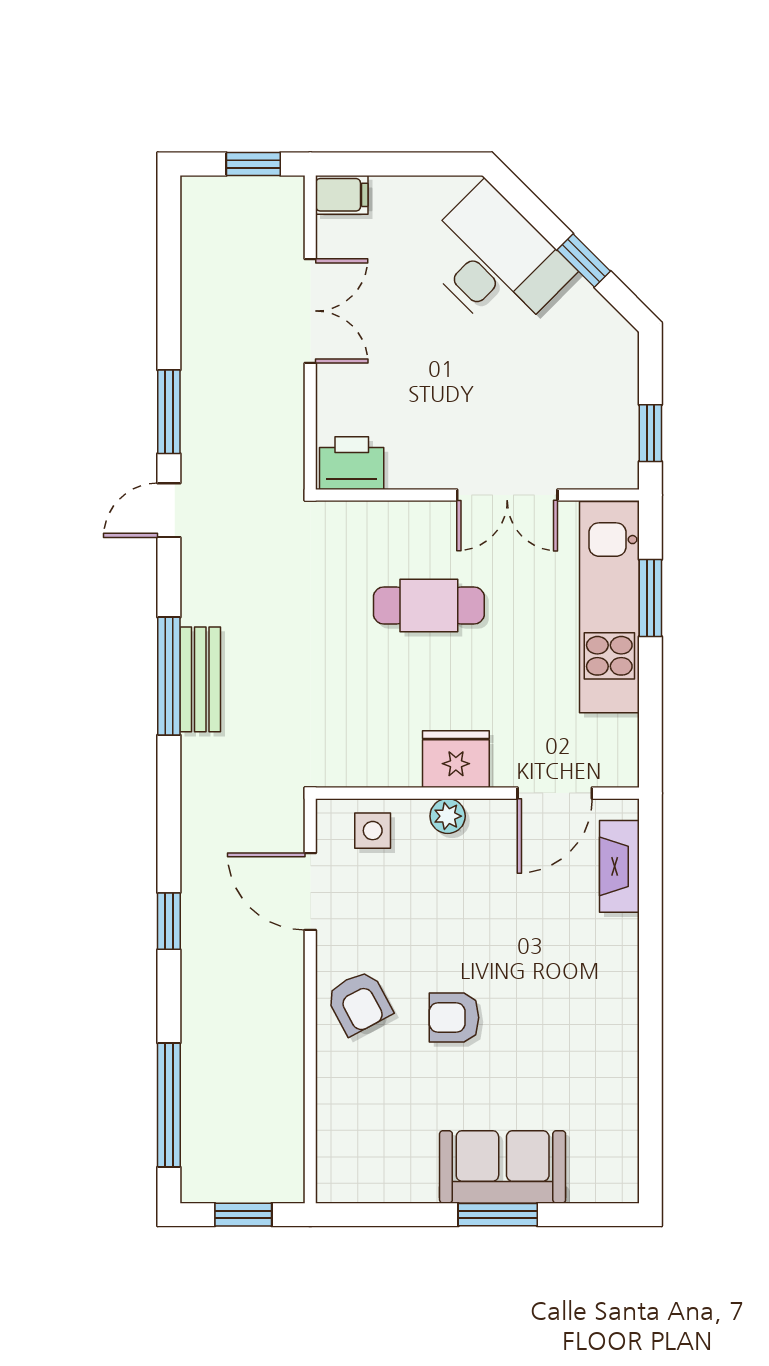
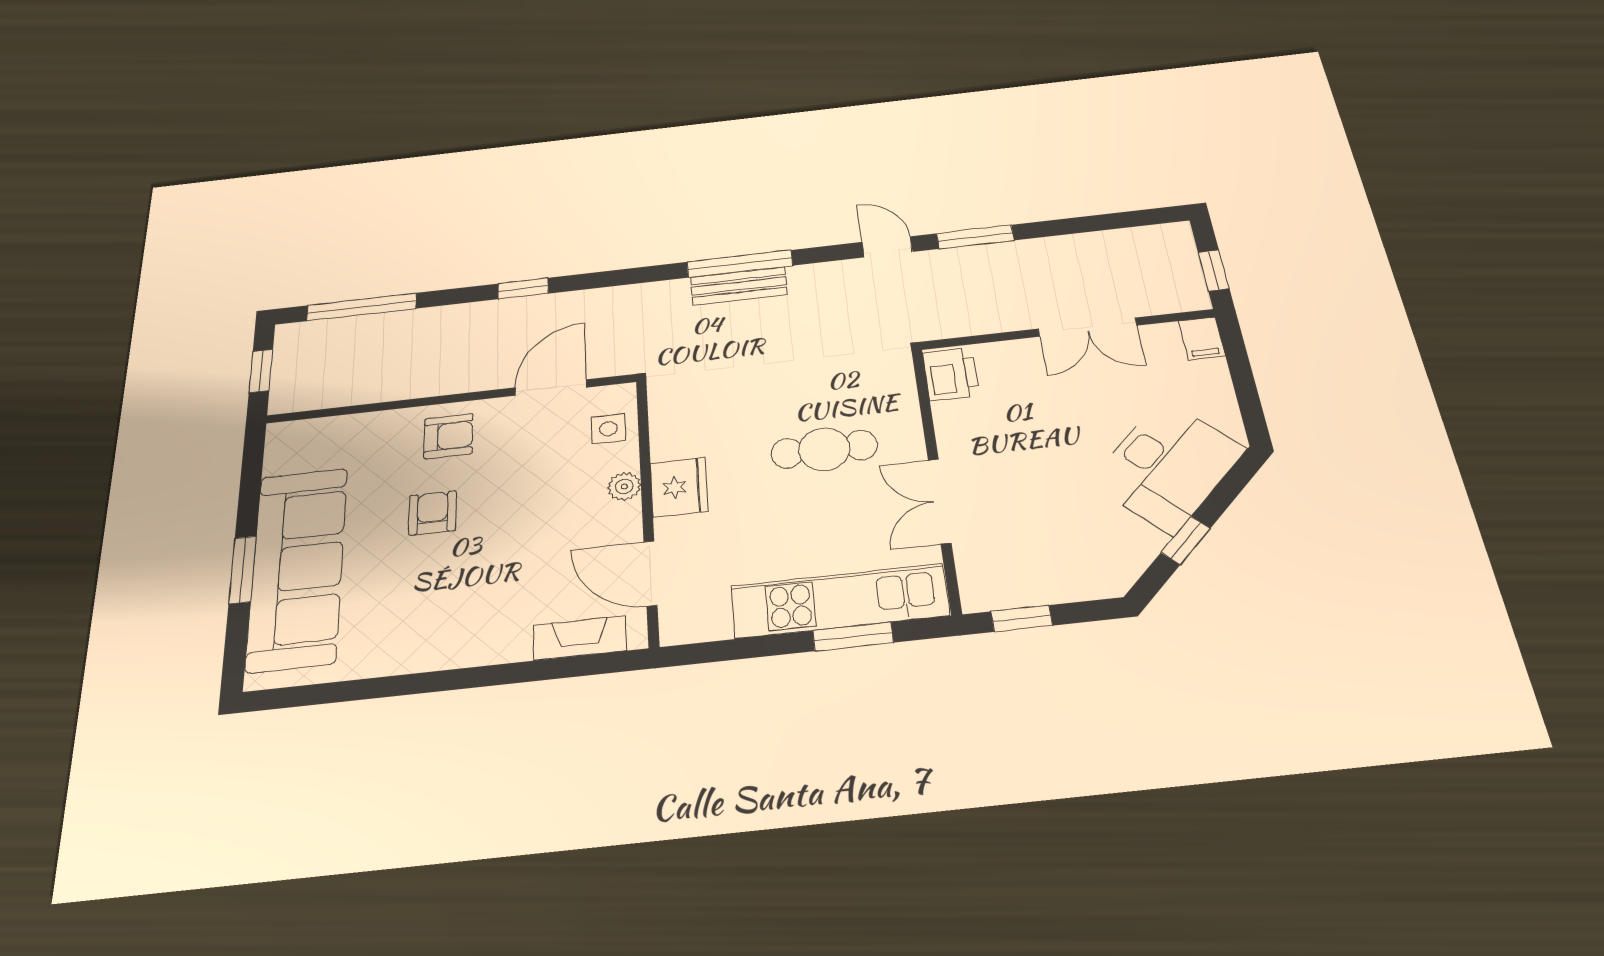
cafe table: (429, 605) -> (824, 449), turned 90
armchair: (359, 1003) -> (448, 436), turned -152
sofa: (503, 1167) -> (297, 568), width x1.85, depth x1.27

